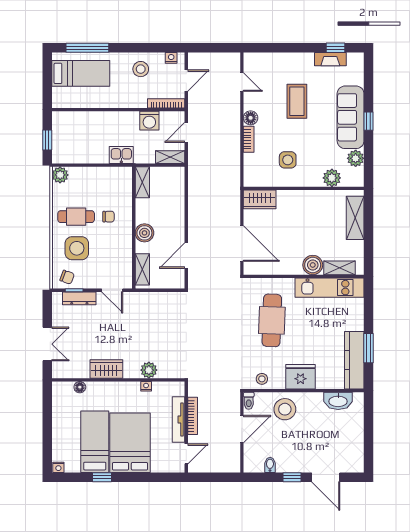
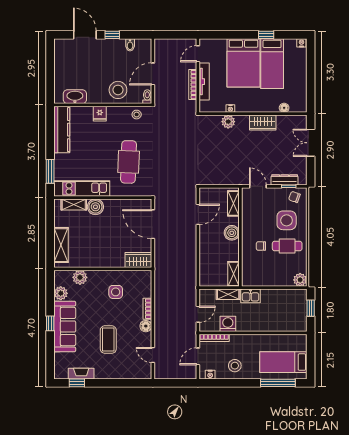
shelving: (170, 157) -> (228, 294), moved
window: (369, 348) -> (50, 171), moved
fridge: (300, 377) -> (100, 114), width x0.53, depth x0.75

